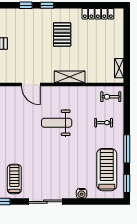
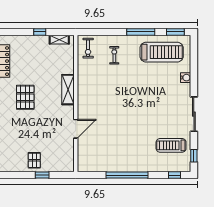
pallet: (62, 34) -> (25, 97), turned 90
window: (127, 49) -> (40, 32), added
weight bench: (57, 123) -> (114, 103), removed
treadmill: (107, 170) -> (162, 52), turned 180

